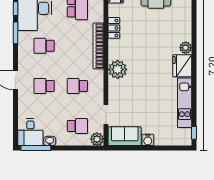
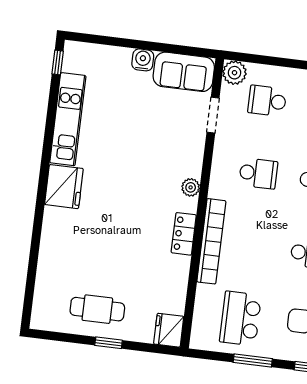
locker: (114, 28) -> (184, 234), moved
plant: (186, 48) -> (54, 219), removed
plant: (118, 69) -> (191, 187), width x0.53, depth x0.53

